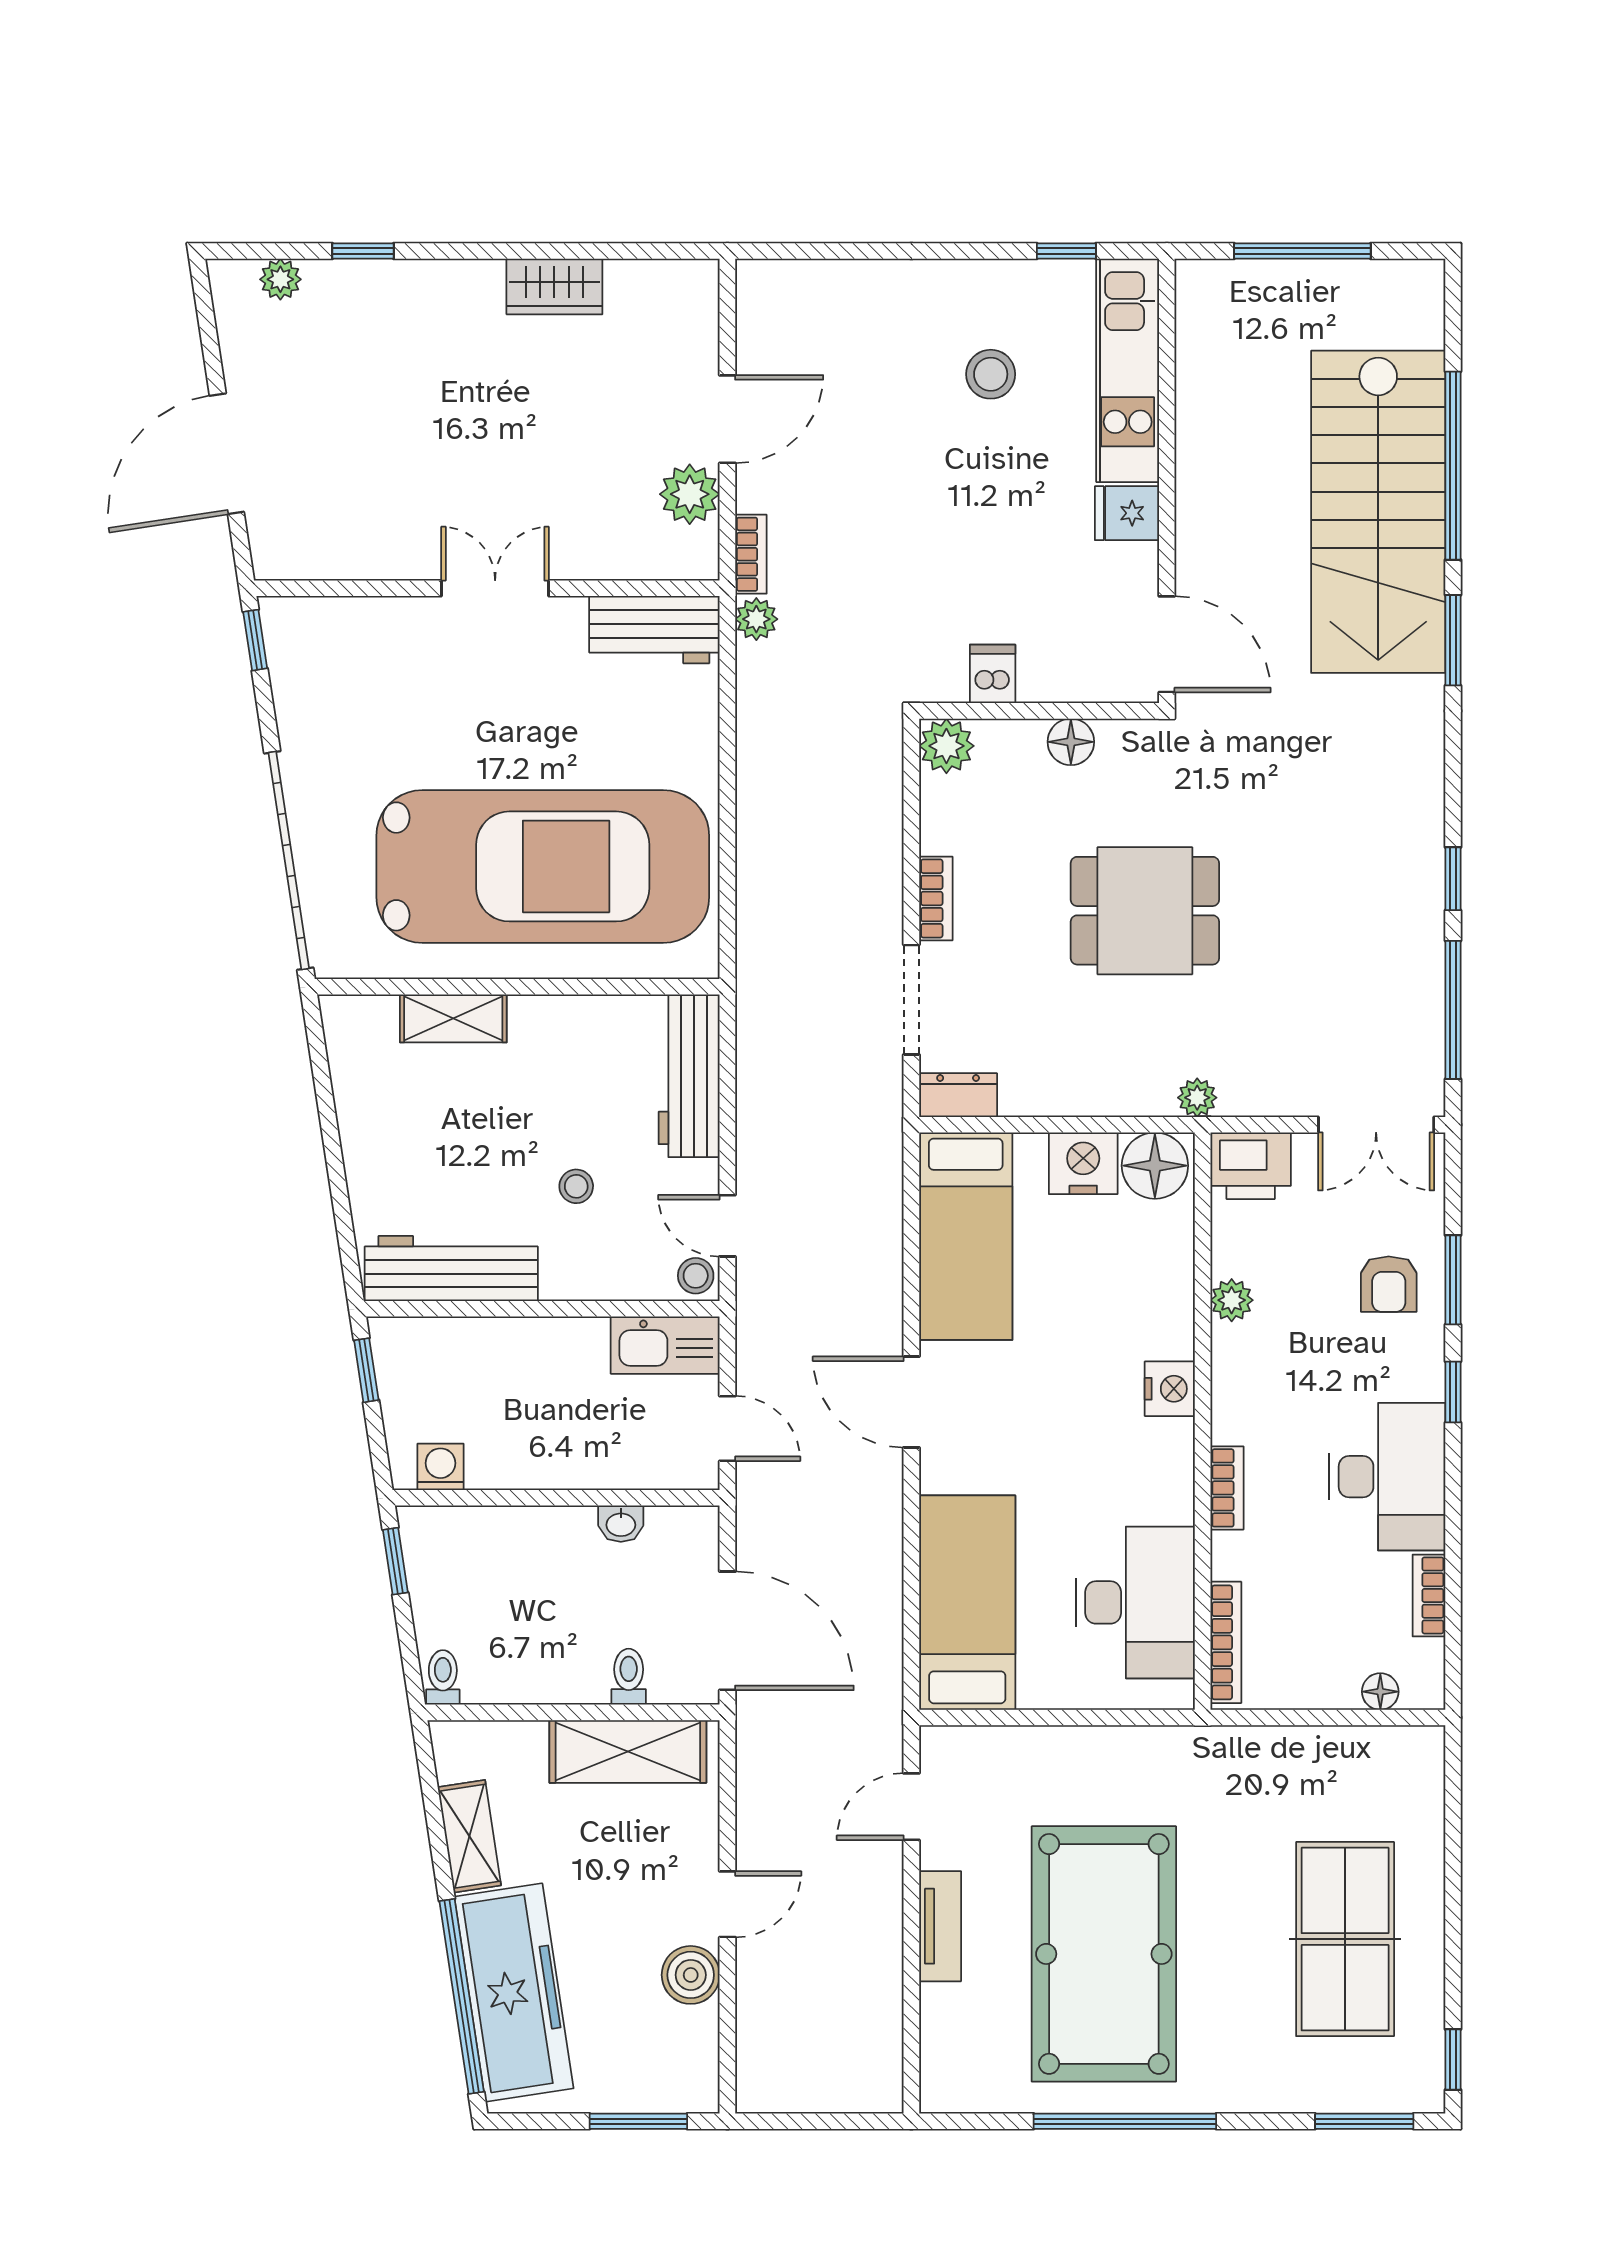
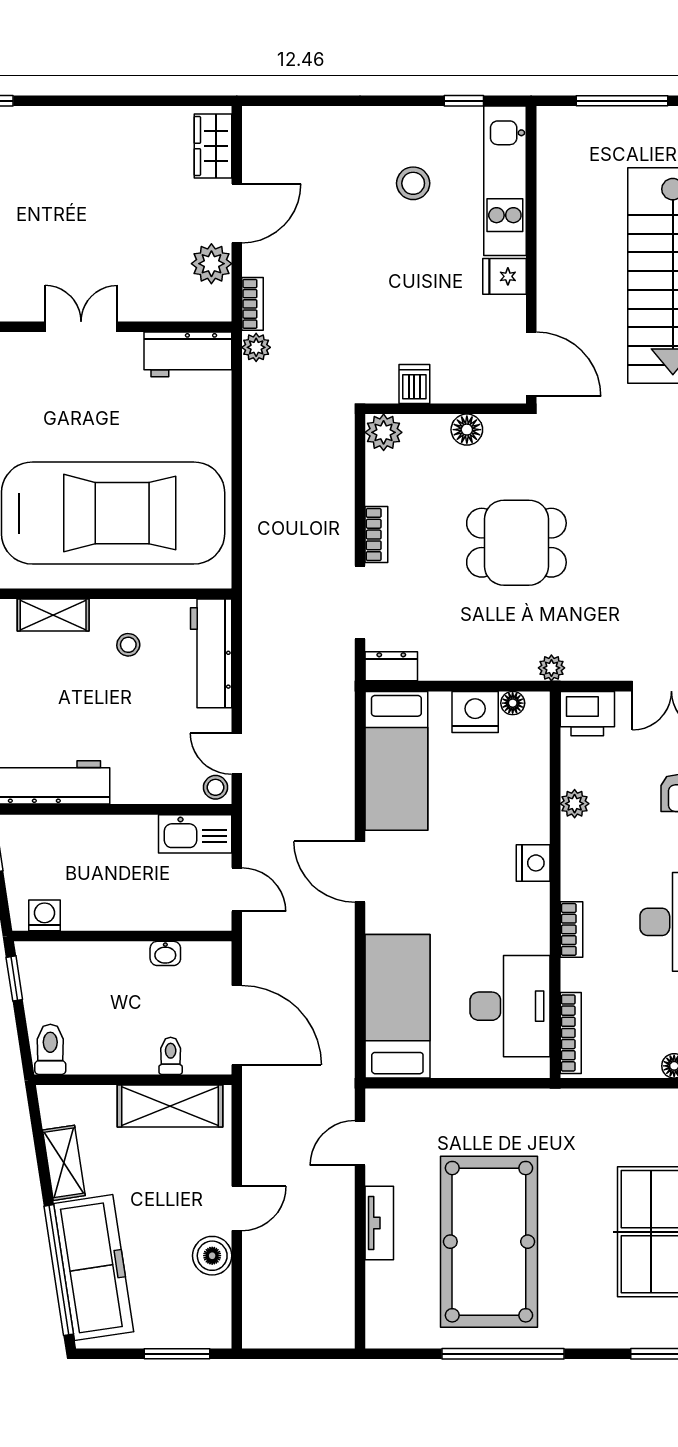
wardrobe: (554, 286) -> (213, 146), moved, turned 90
floor lamp: (1155, 1166) -> (513, 703), width x0.53, depth x0.53
stool: (576, 1186) -> (128, 645), moved
toilet: (443, 1677) -> (50, 1049), width x1.37, depth x1.39

